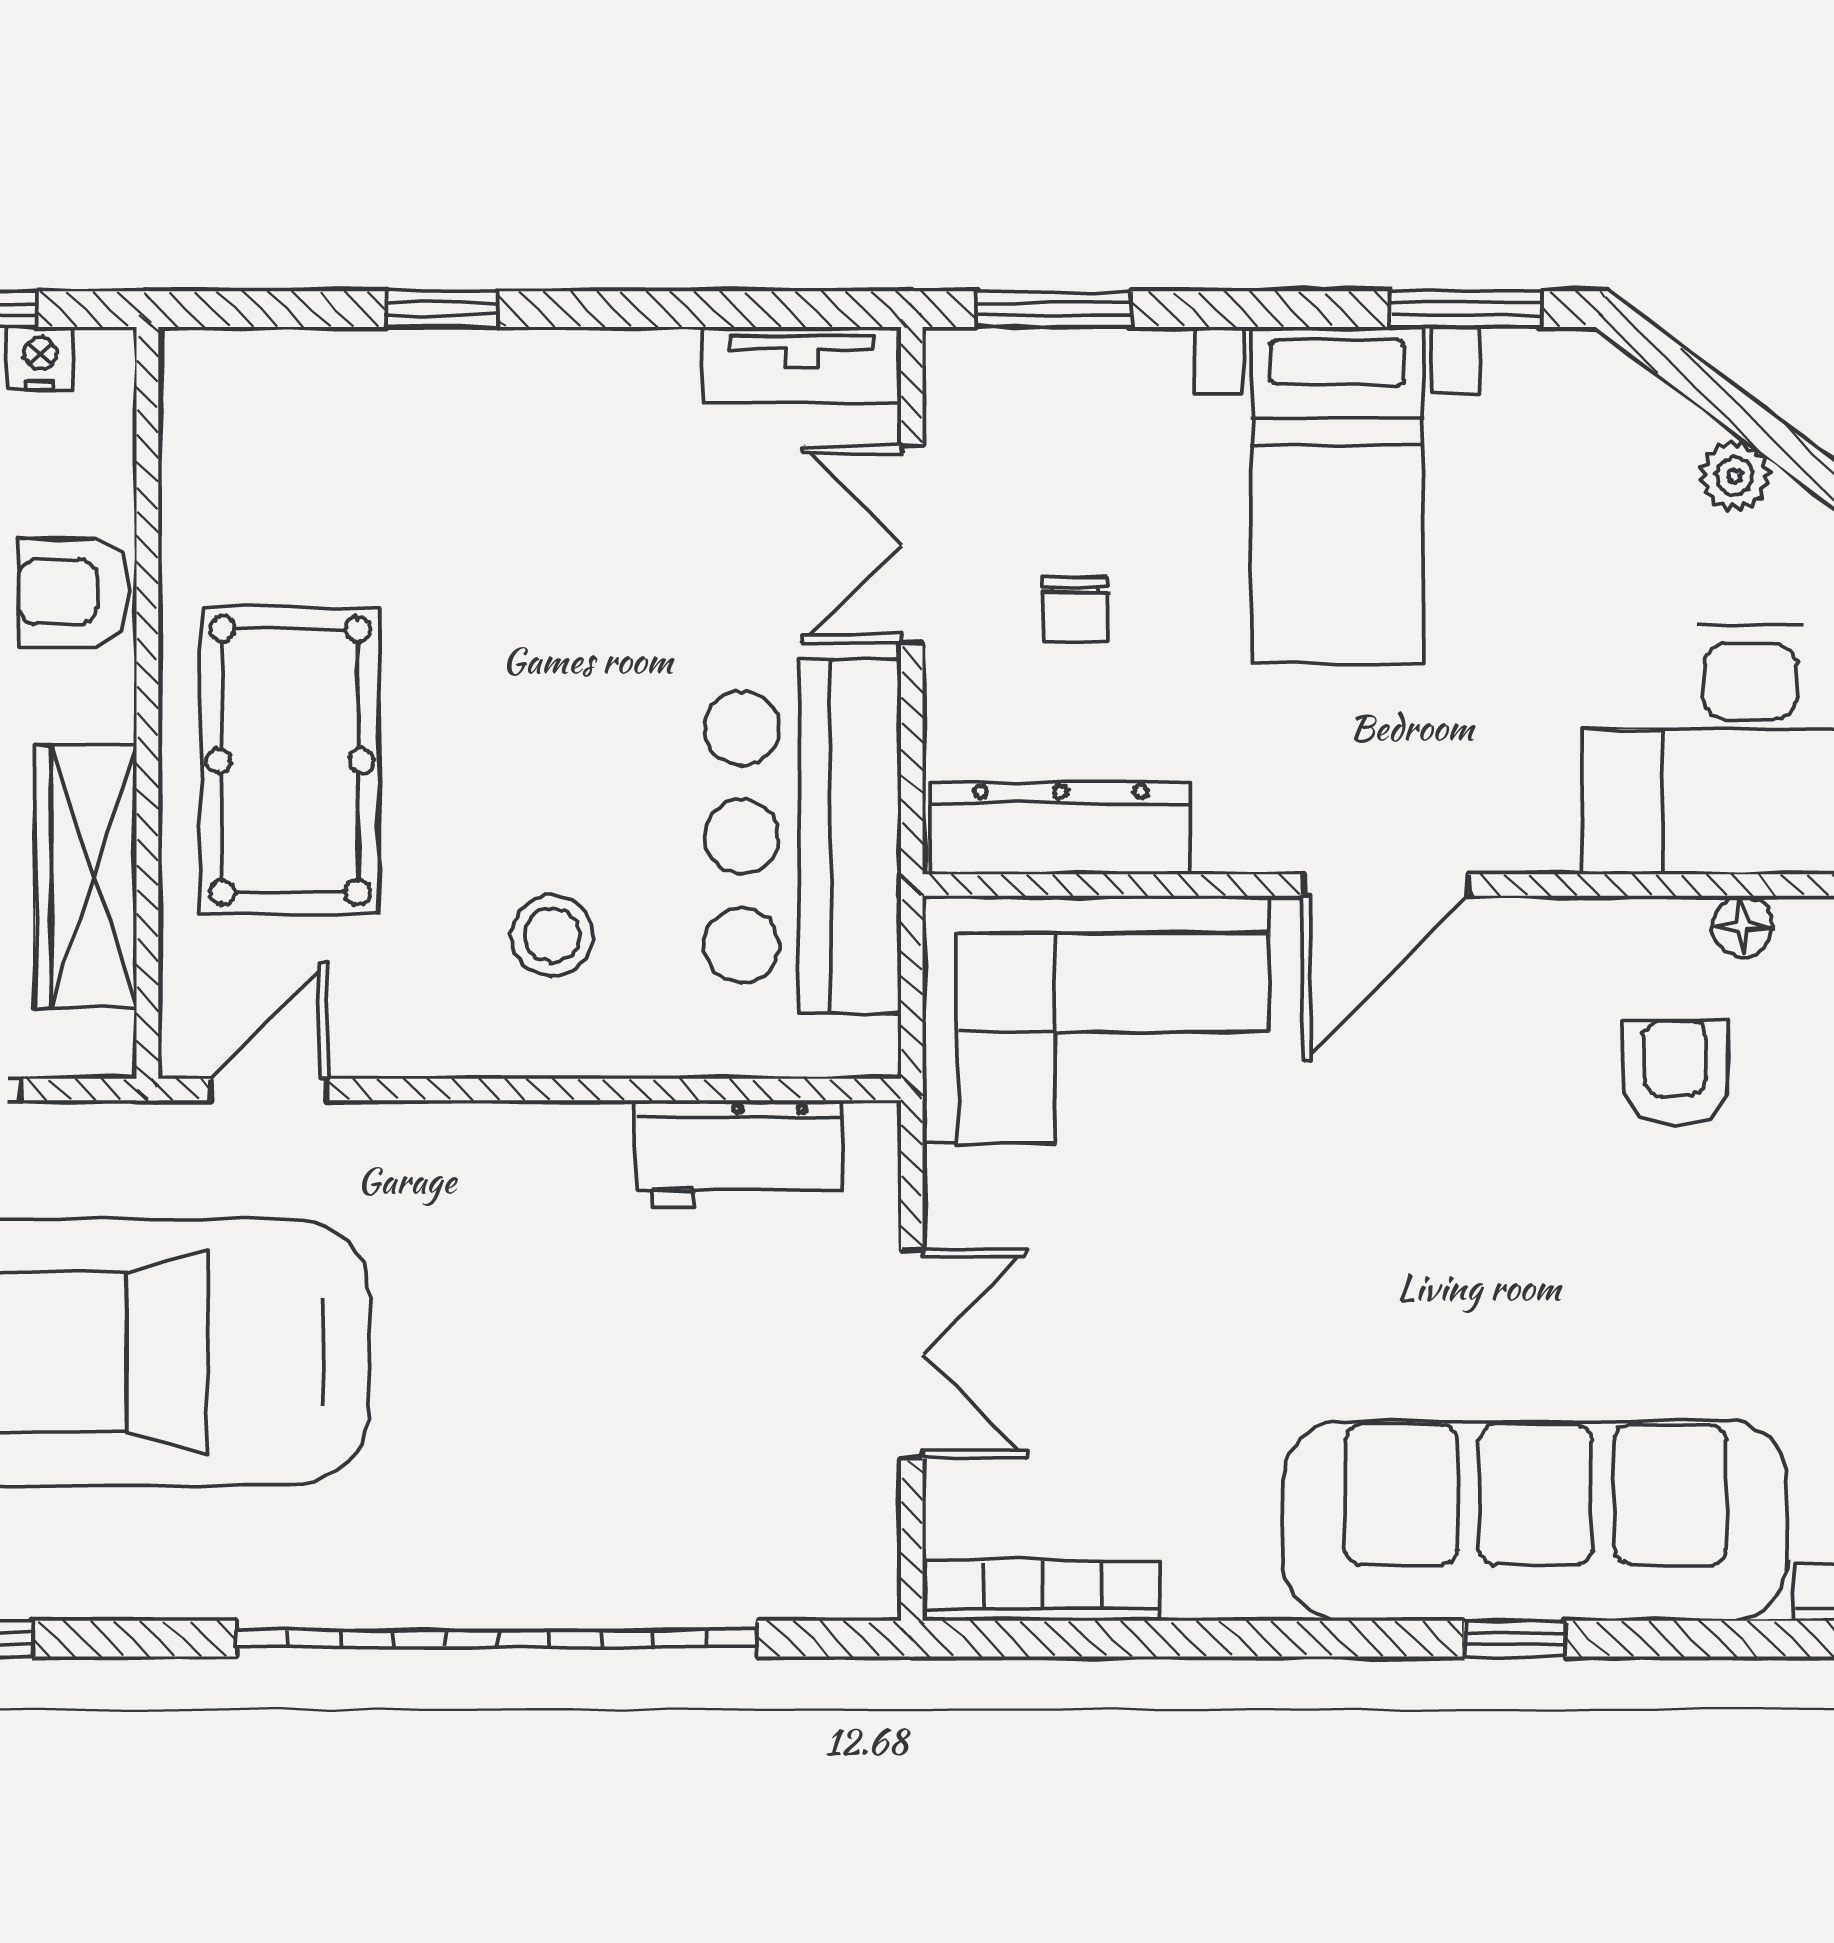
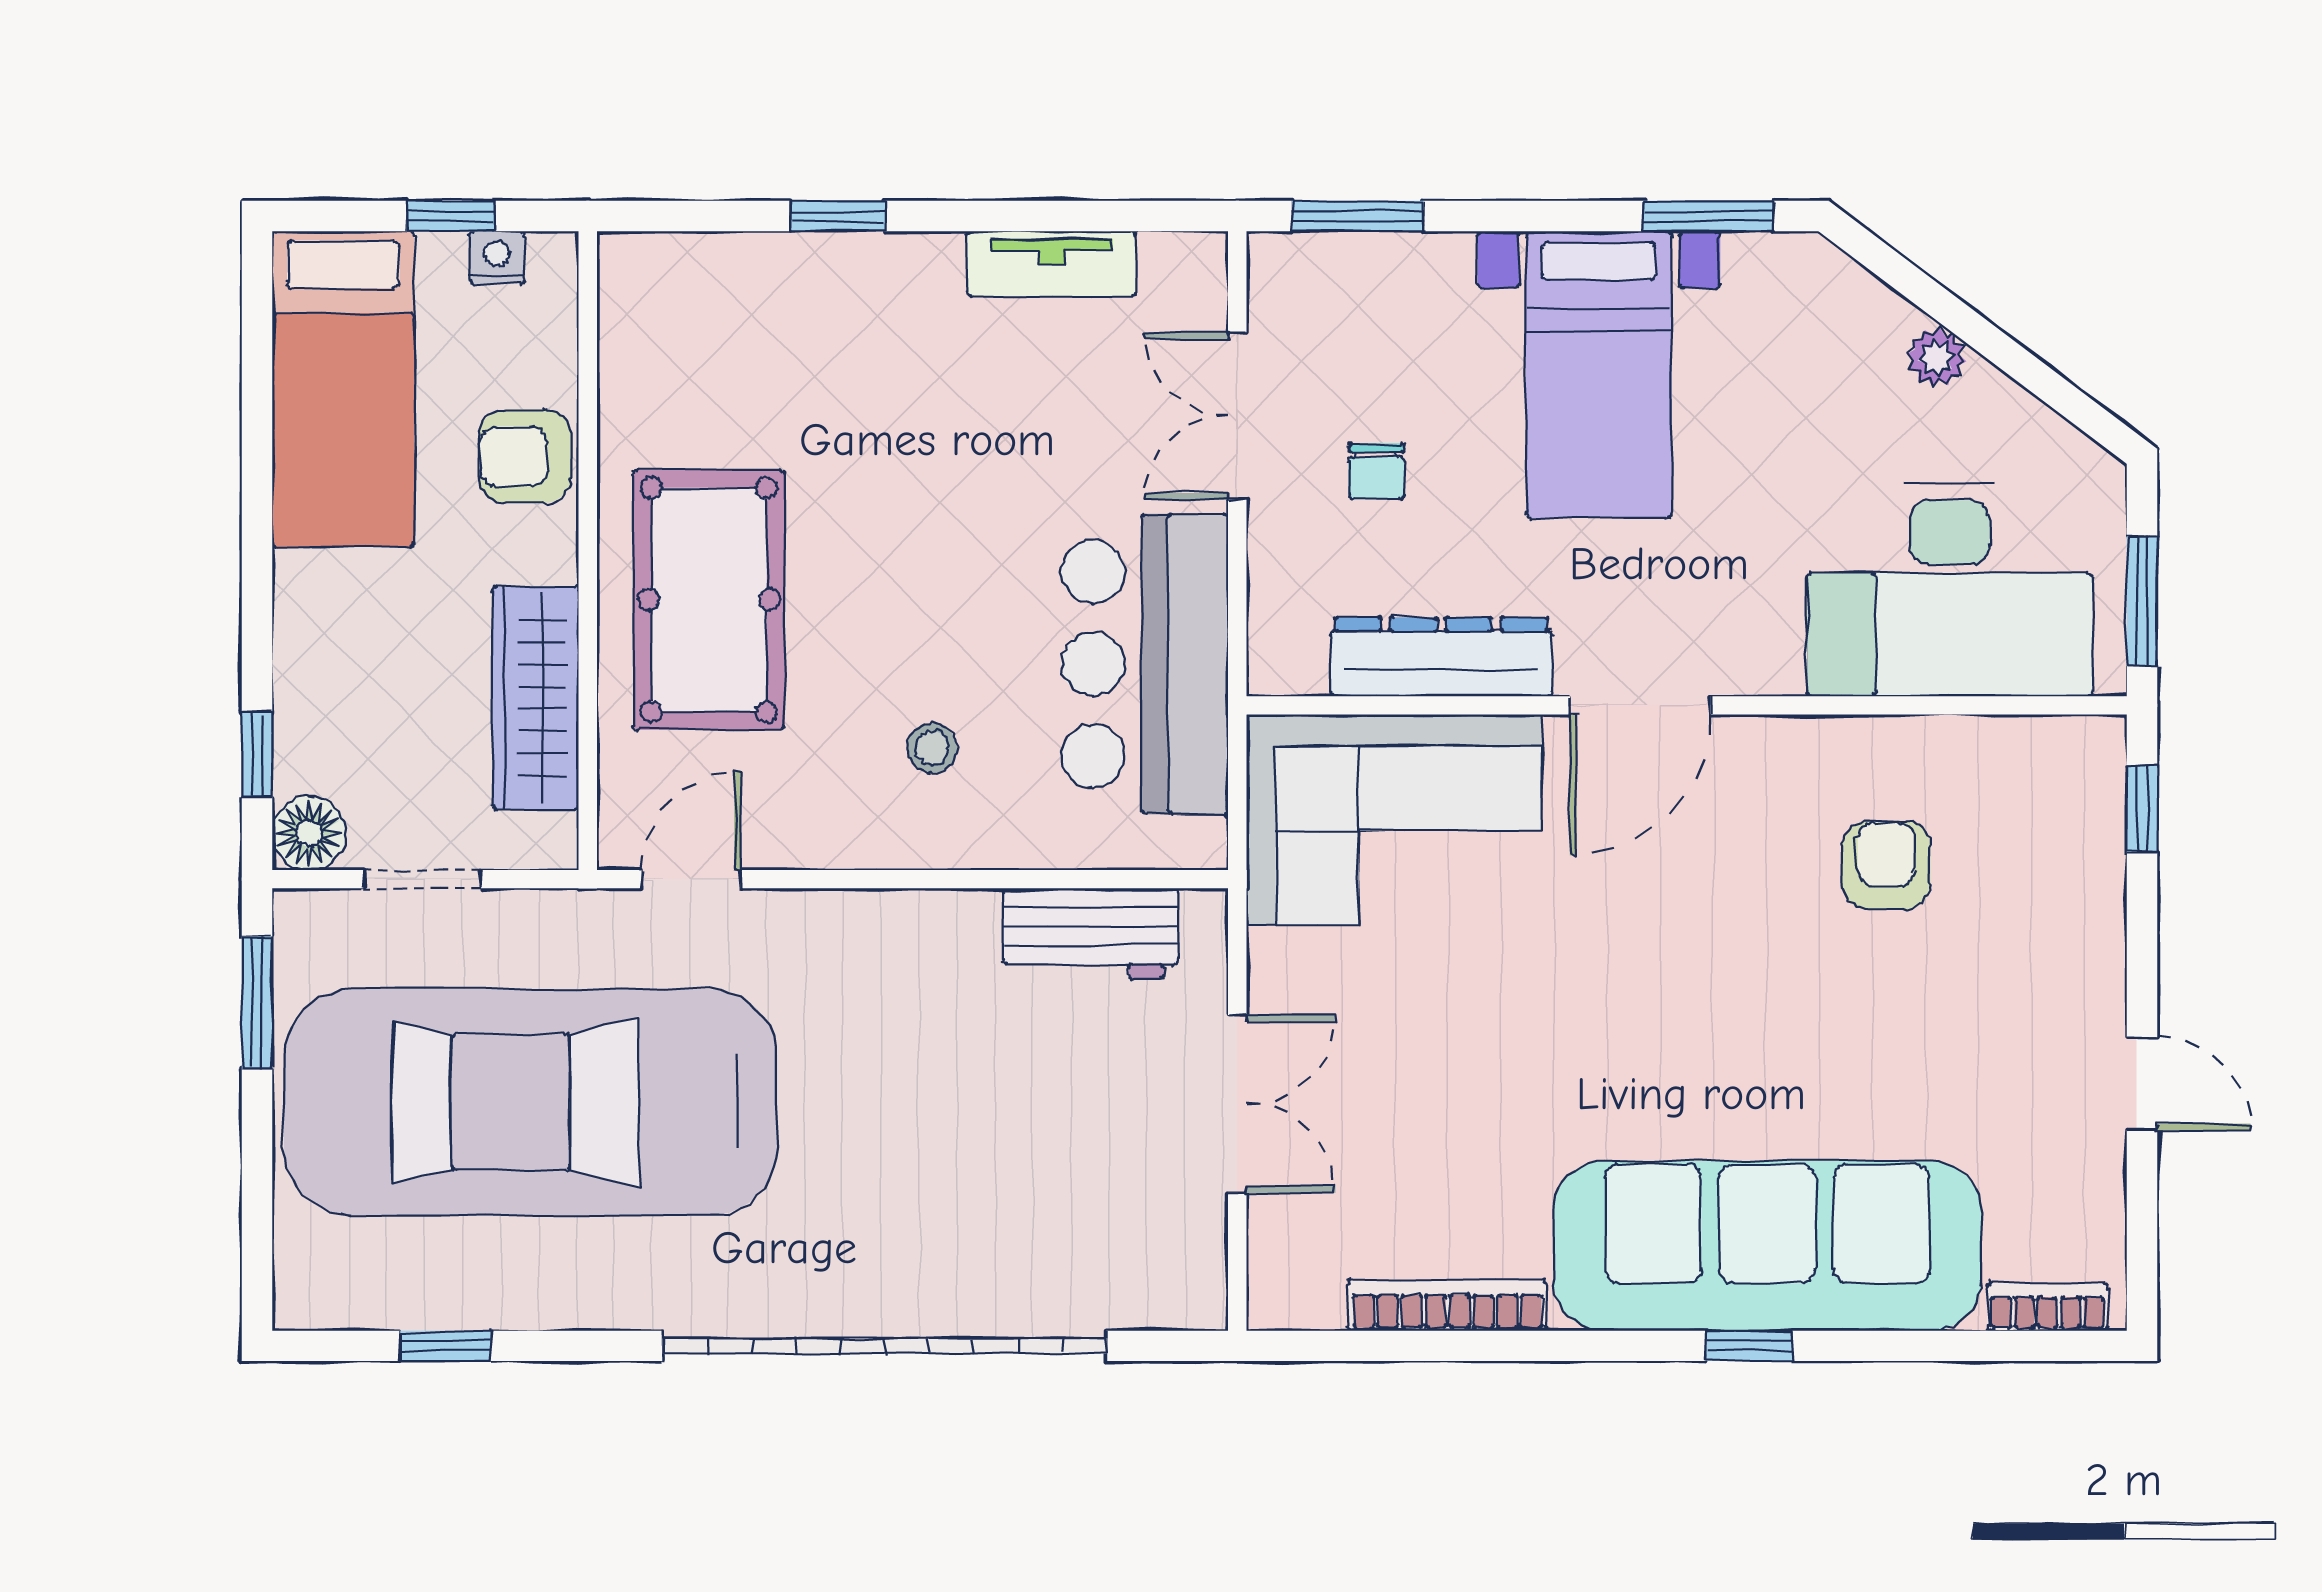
tv unit: (801, 365) -> (1052, 263), moved
dresser: (1061, 828) -> (1441, 657), moved
floor lamp: (1743, 926) -> (1943, 740), removed
stool: (552, 935) -> (932, 748), width x0.73, depth x0.73
bookcase: (1042, 1591) -> (1448, 1305), moved

